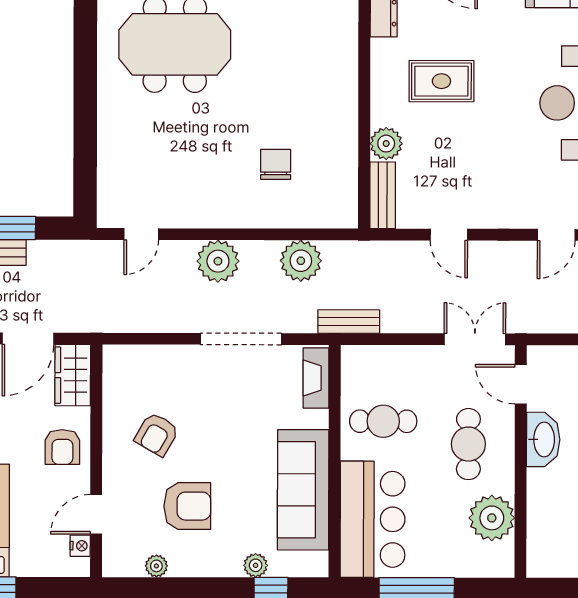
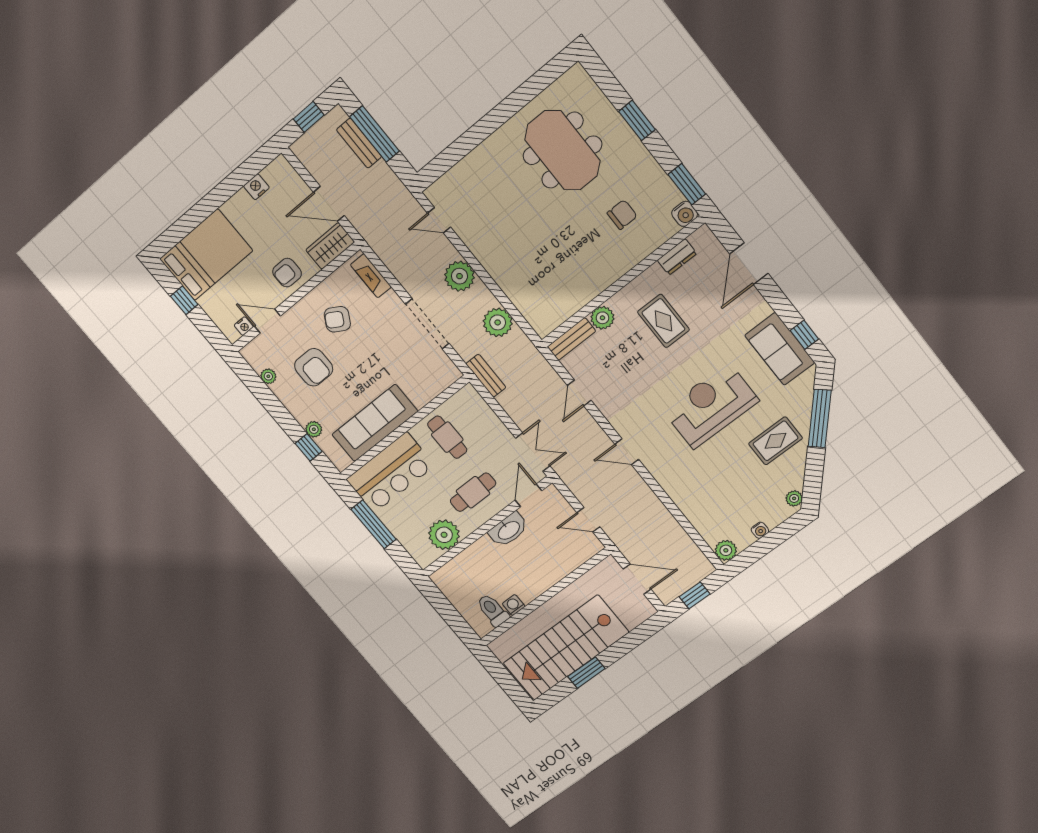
chair: (276, 164) -> (622, 215), moved
fireplace: (316, 378) -> (371, 276), moved, turned -90

